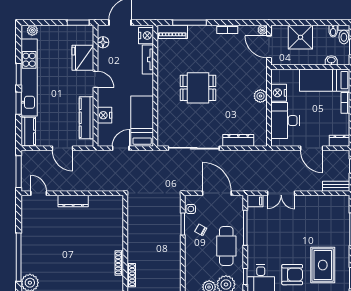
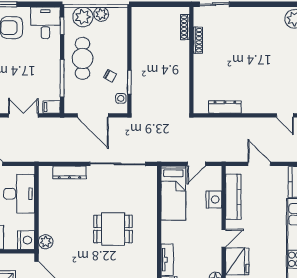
door: (95, 79) -> (224, 238), swing flipped
nightstand: (279, 93) -> (26, 240), moved
plant: (260, 96) -> (46, 242), moved
dresser: (73, 201) -> (225, 107), moved

